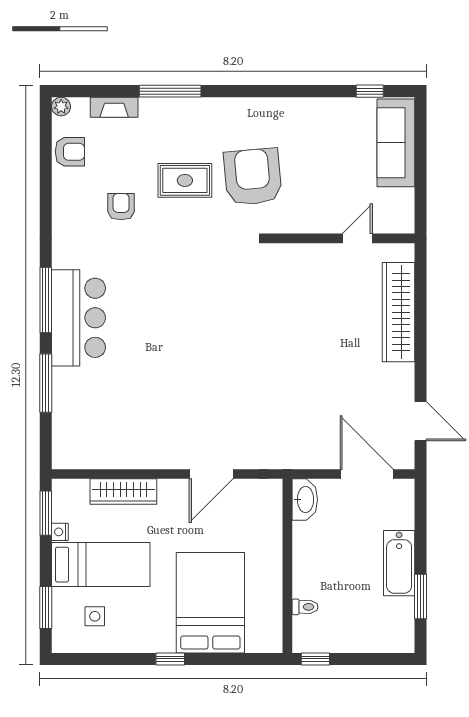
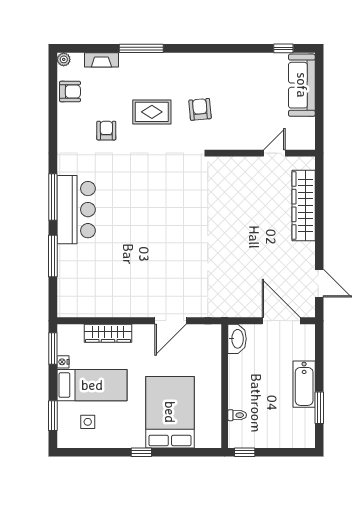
armchair: (253, 177) -> (200, 109), width x0.53, depth x0.53

